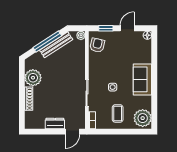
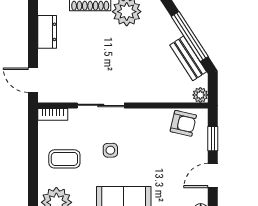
door: (127, 28) -> (213, 175), swing flipped
bench: (56, 45) -> (188, 58), width x0.73
dresser: (55, 123) -> (47, 32), moved

